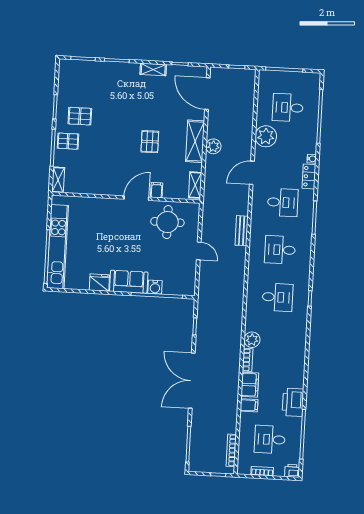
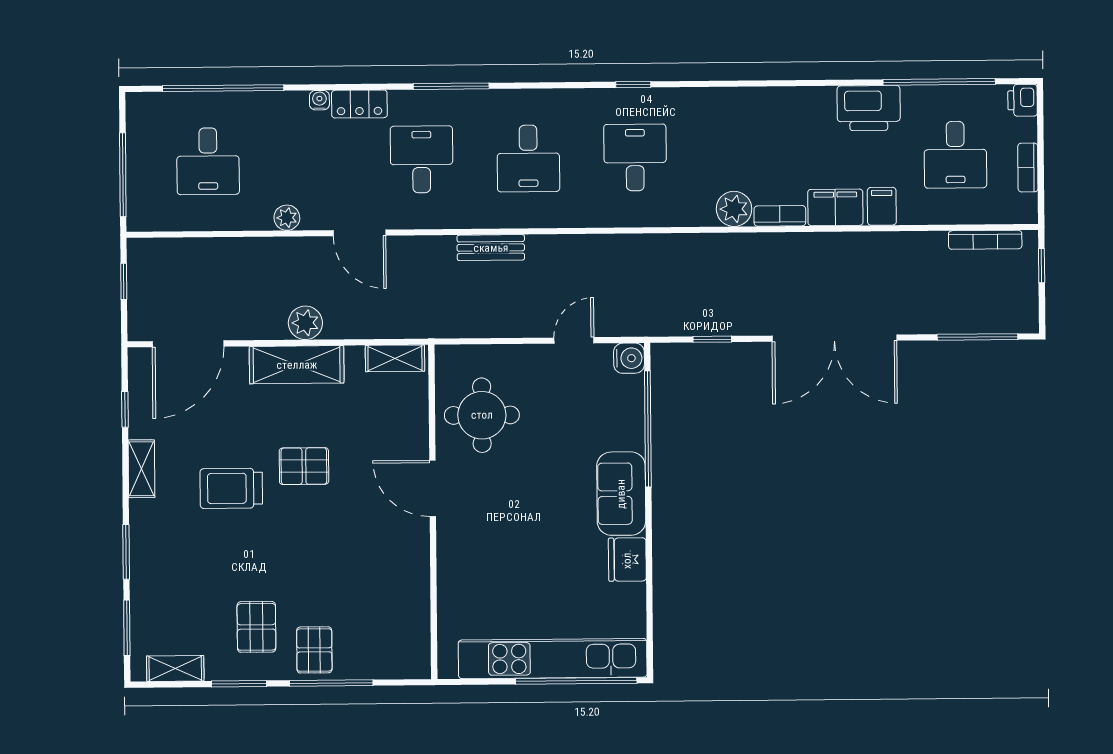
trolley: (142, 109) -> (231, 488), added
plant: (266, 136) -> (287, 218), width x0.53, depth x0.53
shelving: (58, 180) -> (175, 668), moved
filing cabinet: (157, 190) -> (412, 444), removed
door: (199, 251) -> (574, 340), moved
water cooler: (155, 287) -> (629, 358), moved

